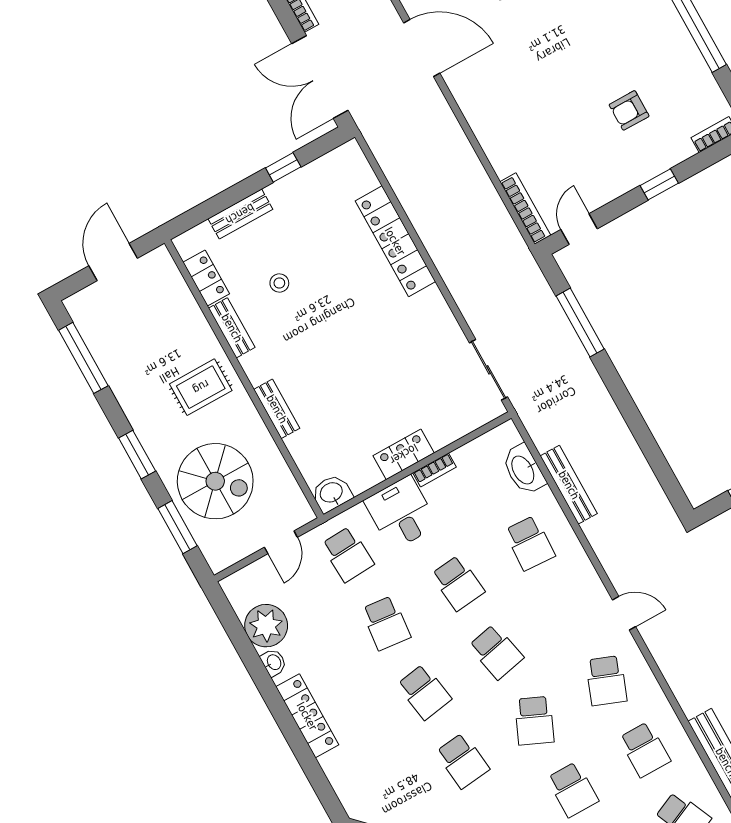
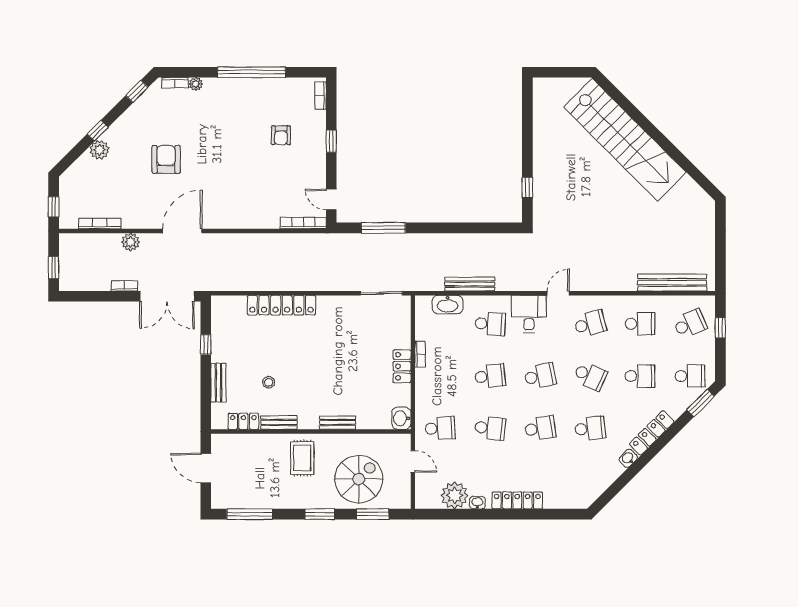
desk: (401, 513) -> (529, 314), moved, turned 90
school desk: (606, 681) -> (590, 324), turned -36

